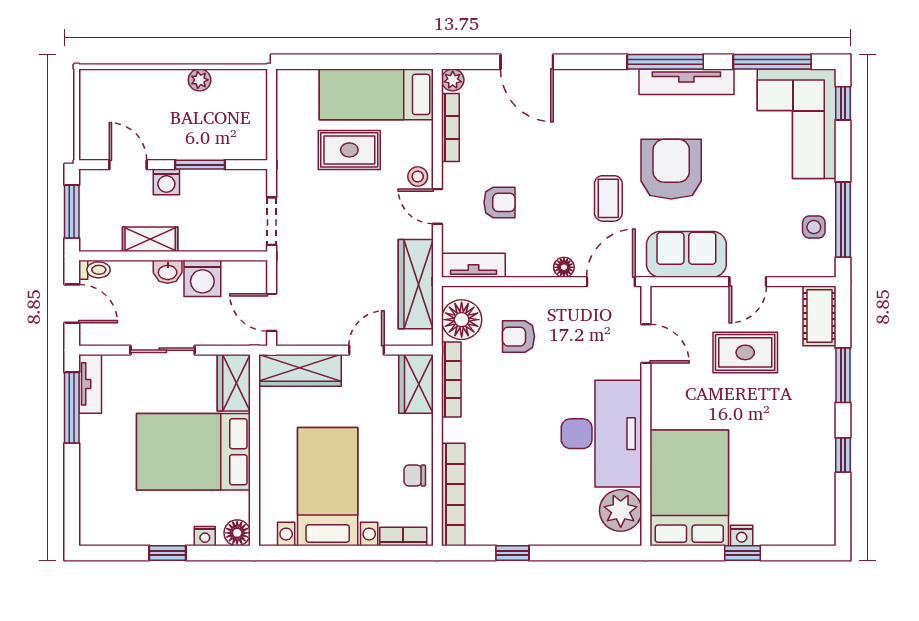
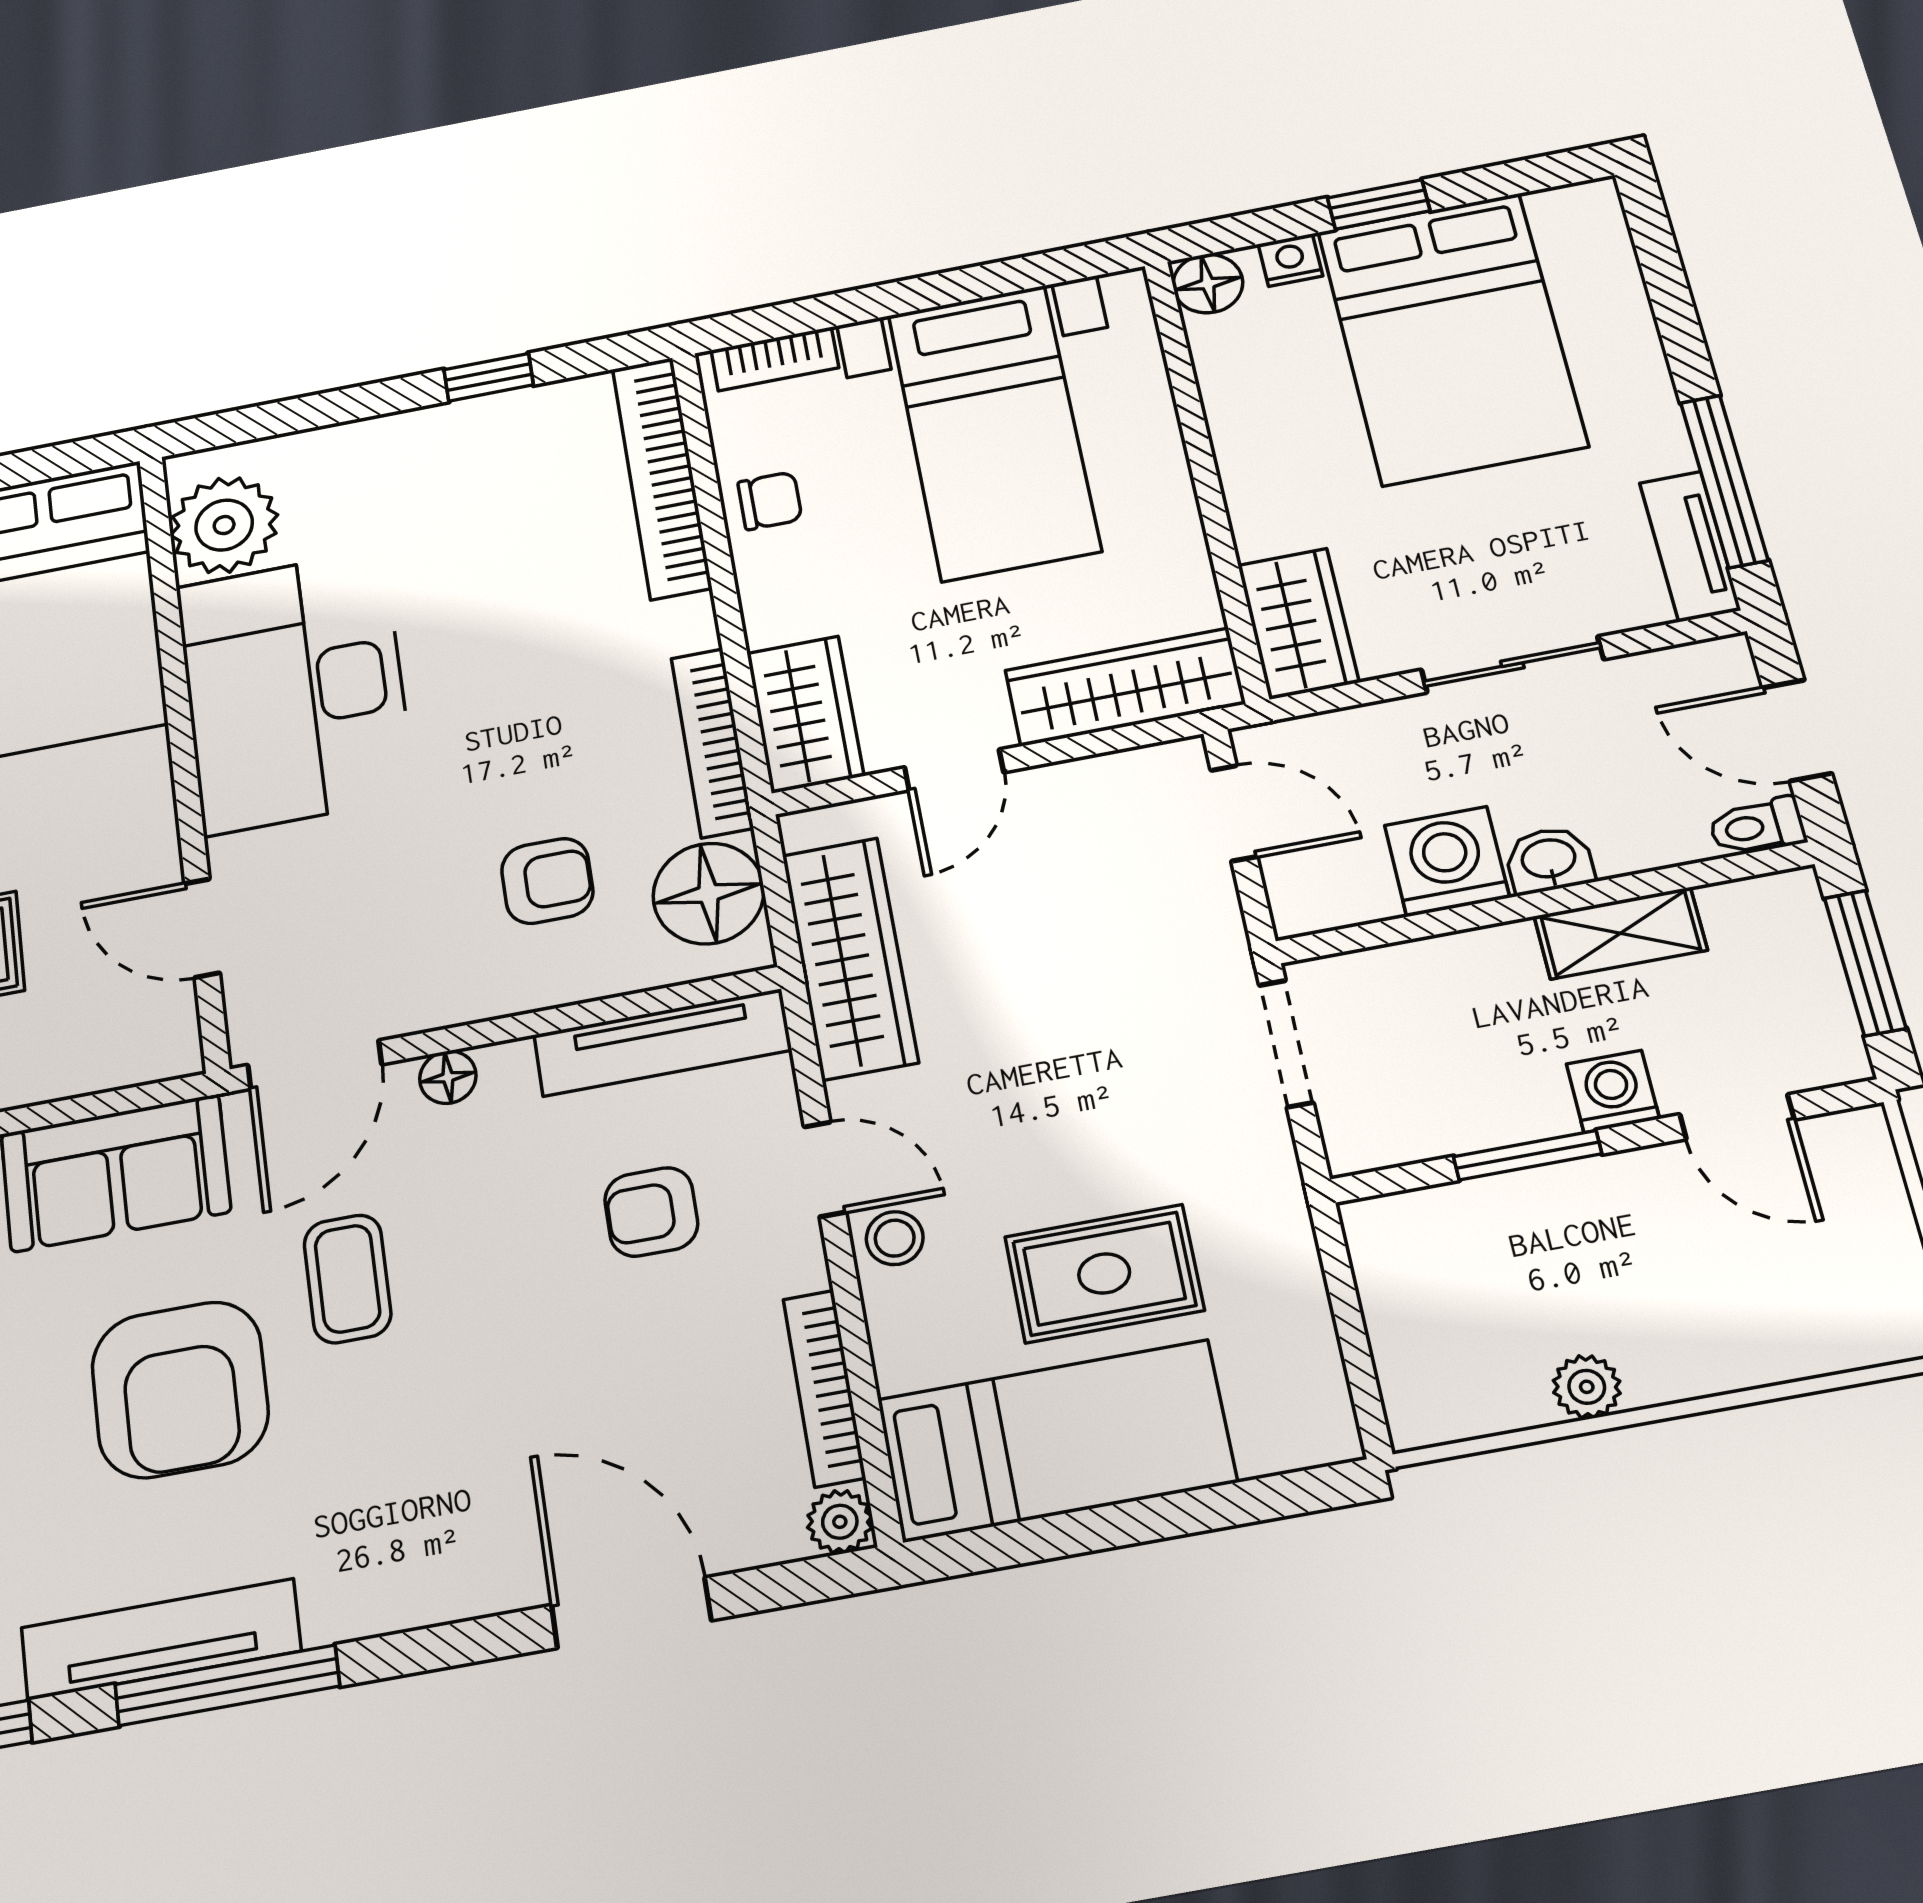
tv unit: (473, 265) -> (662, 1043), width x1.41
bed: (193, 452) -> (1451, 338), moved, turned 90

